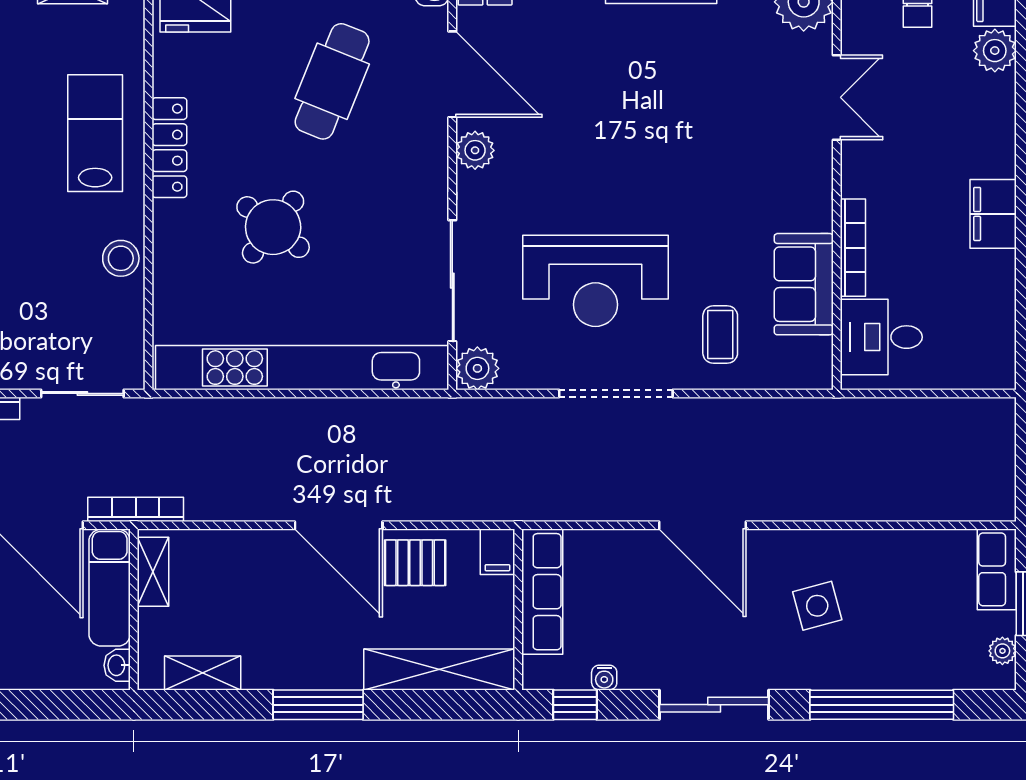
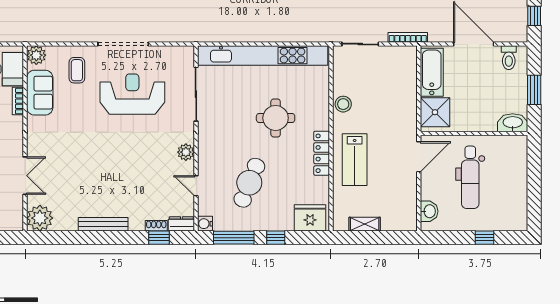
door: (452, 74) -> (196, 186), width x0.53
double door: (837, 97) -> (25, 176), swing flipped
round table: (273, 227) -> (276, 118), turned -38
bookcase: (853, 248) -> (18, 101), width x0.64
plant: (477, 368) -> (36, 55), moved

